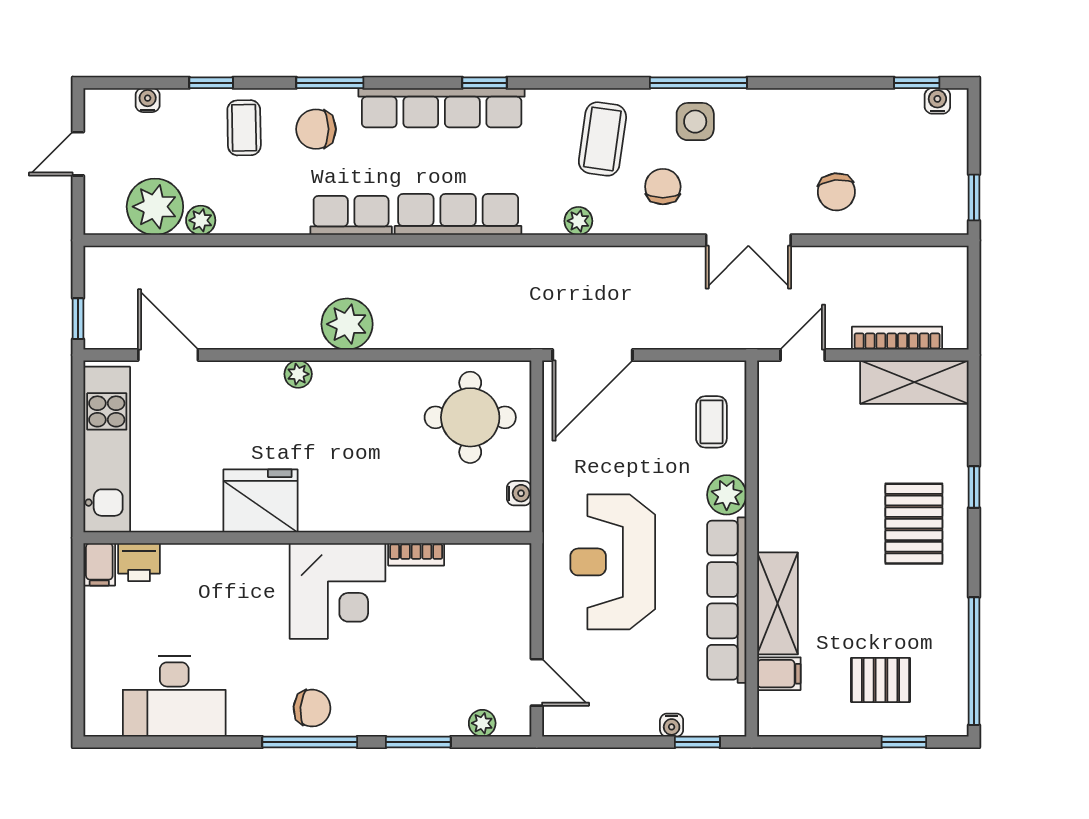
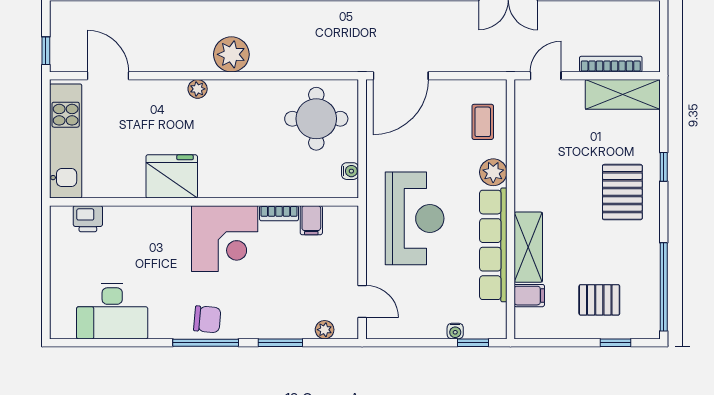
reception desk: (613, 562) -> (415, 218), turned 180
filing cabinet: (99, 564) -> (311, 220), moved

